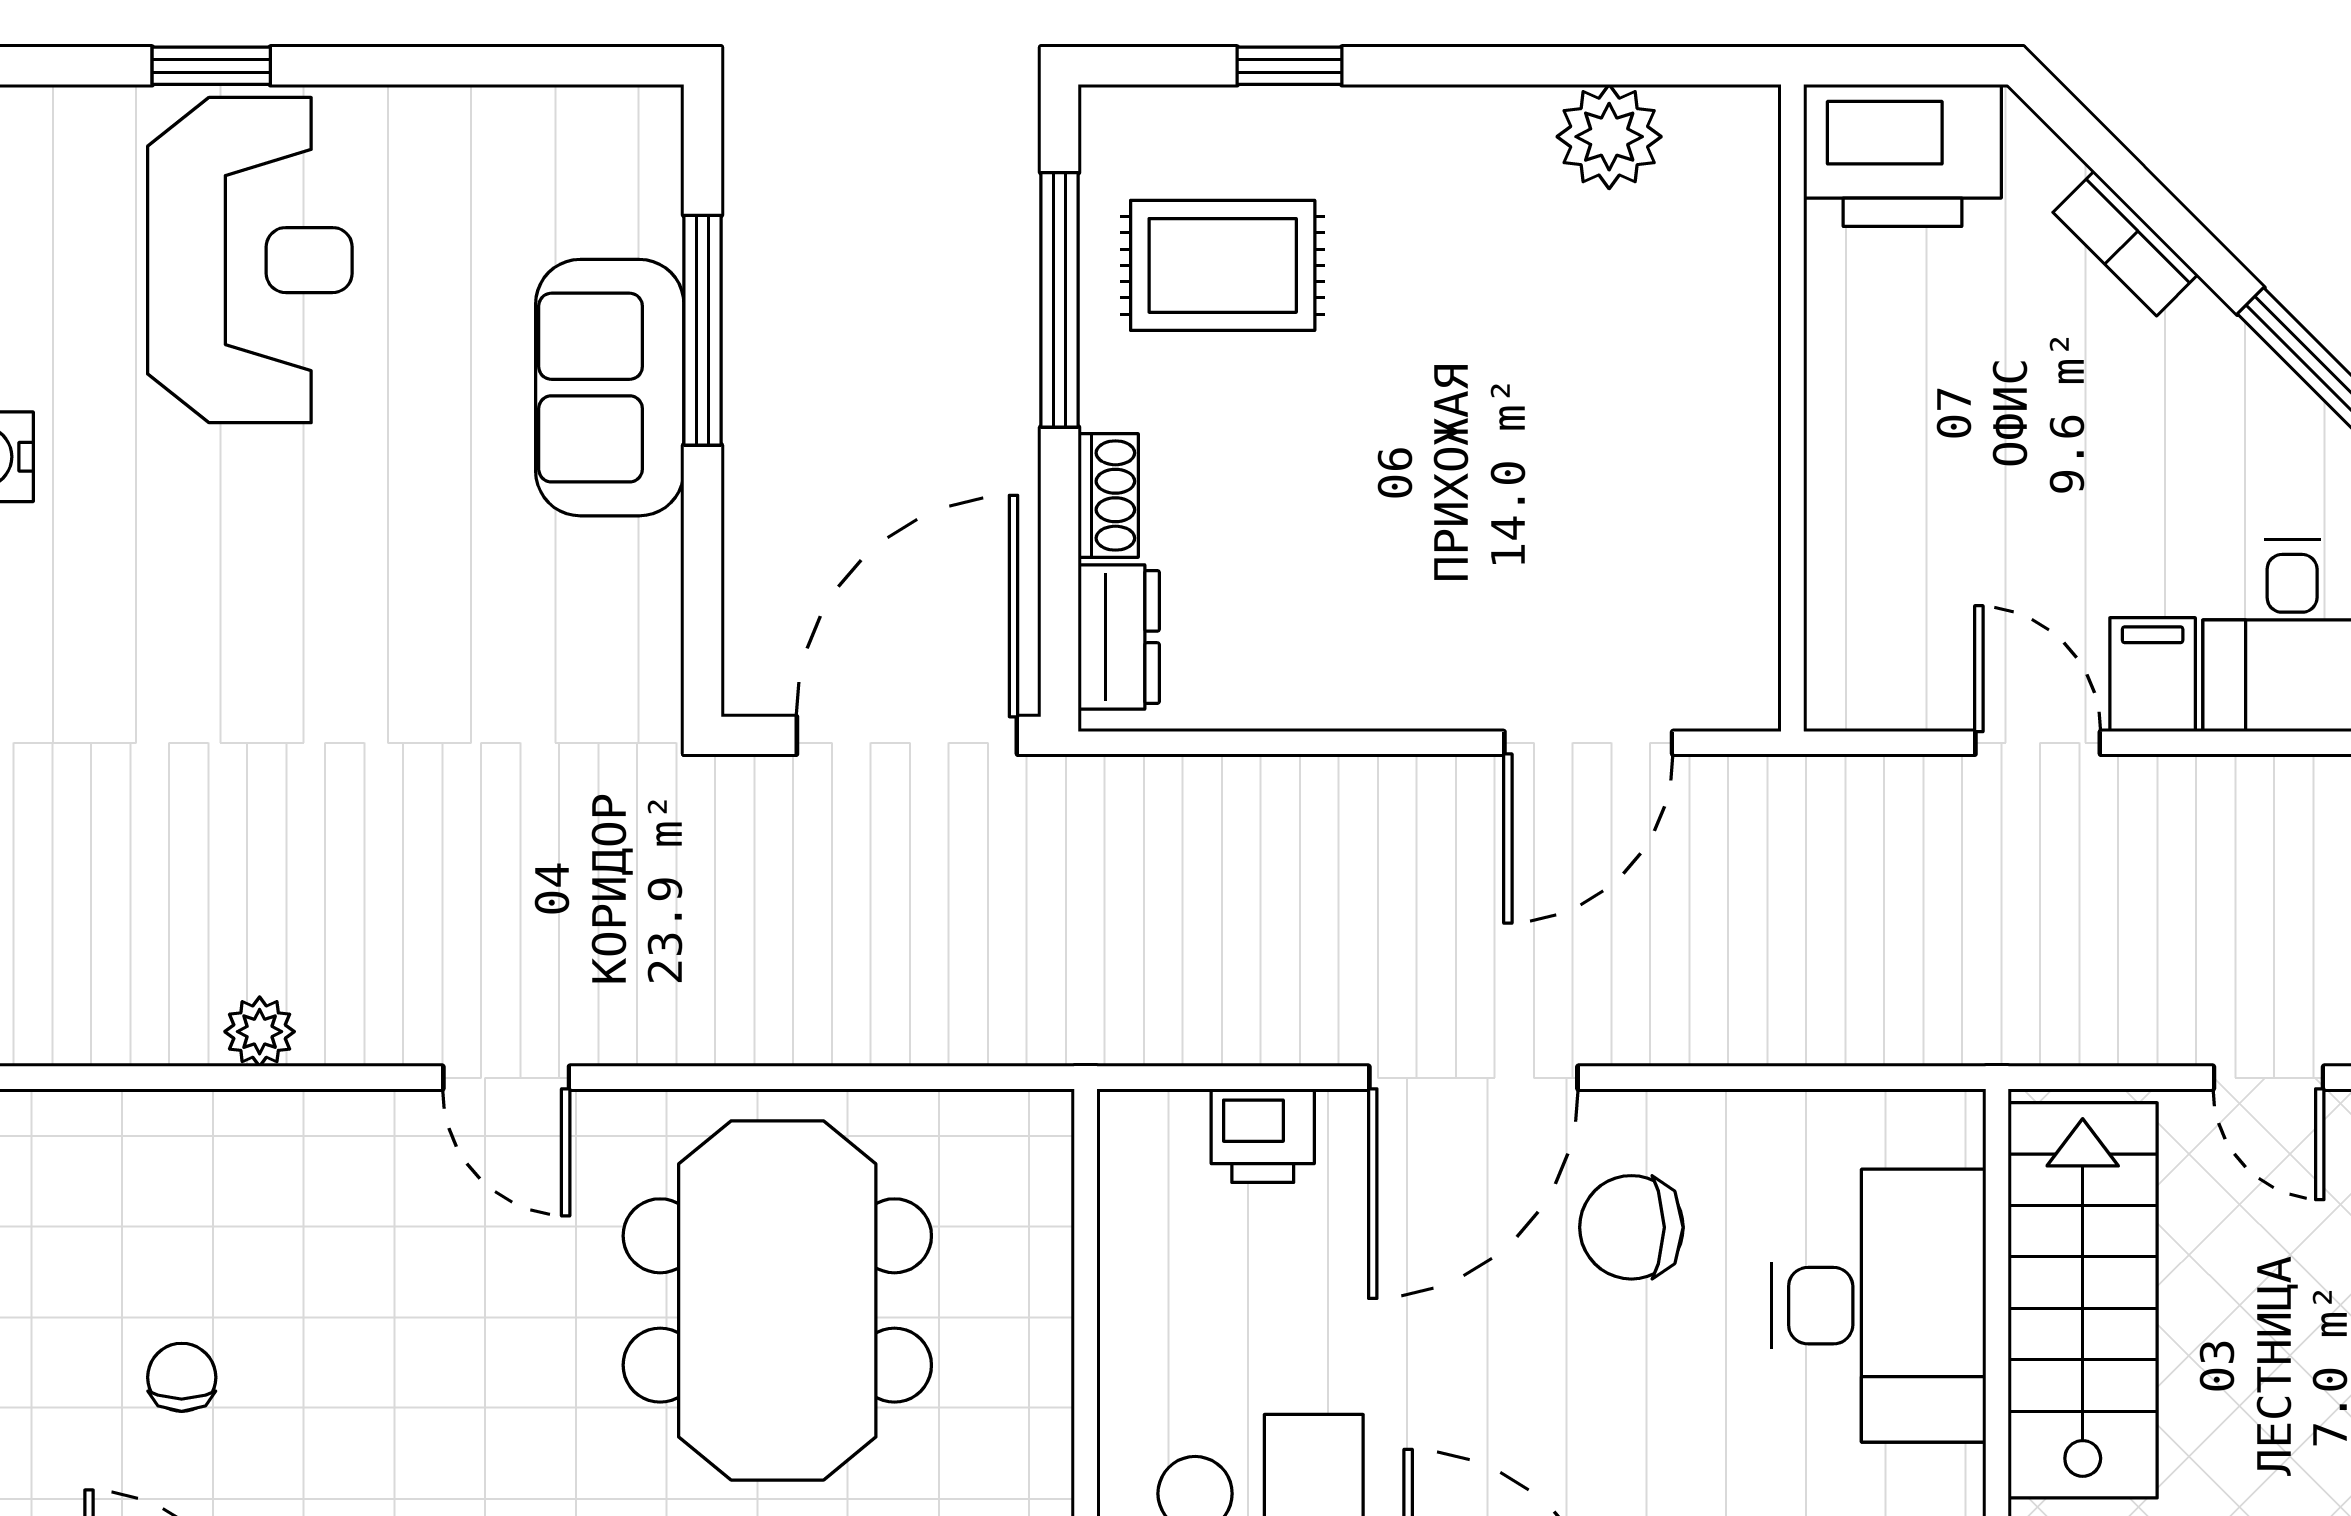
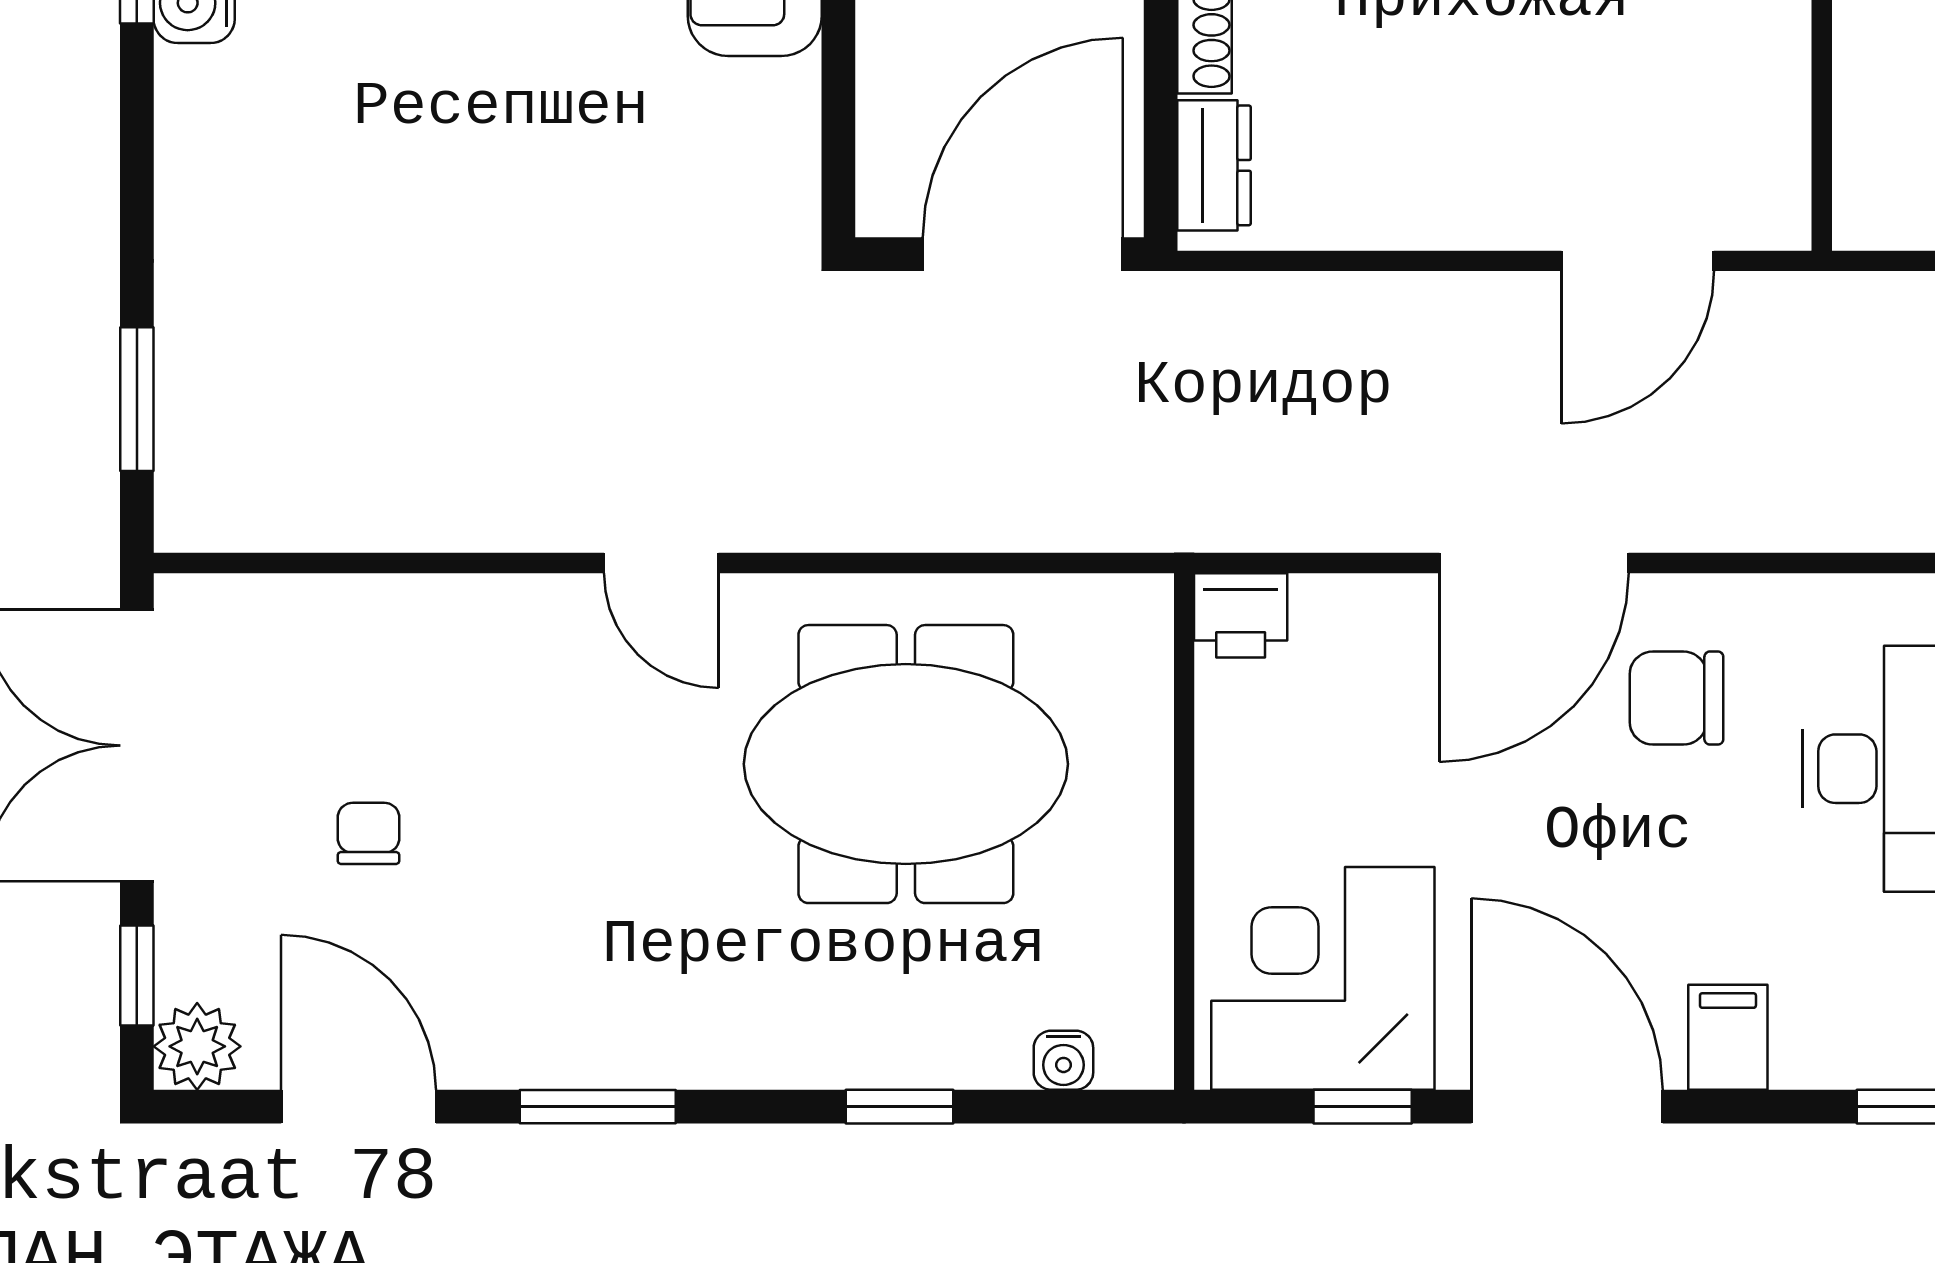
plant: (260, 1032) -> (439, 521), removed
printer: (1263, 1136) -> (1241, 615), moved
meeting table: (777, 1300) -> (906, 764), turned 90

